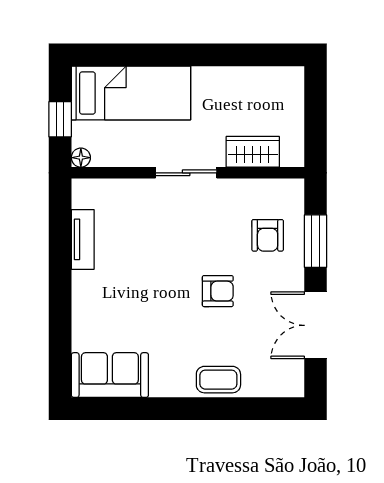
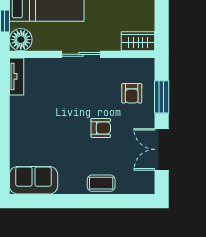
wardrobe: (253, 152) -> (138, 41), moved
floor lamp: (81, 158) -> (21, 40), width x1.89, depth x1.89
tv unit: (83, 239) -> (17, 76), moved

